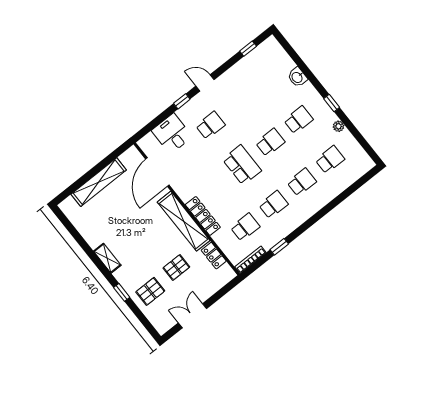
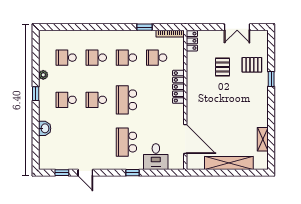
door: (205, 83) -> (85, 173), moved
school desk: (210, 125) -> (126, 142), width x1.85
door: (157, 172) -> (185, 139), hinge flipped
shelving: (184, 221) -> (194, 93), removed
locker: (214, 256) -> (192, 41), moved
shelving: (107, 258) -> (263, 139), moved
pallet: (176, 267) -> (222, 67), turned 90

